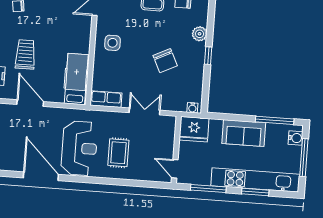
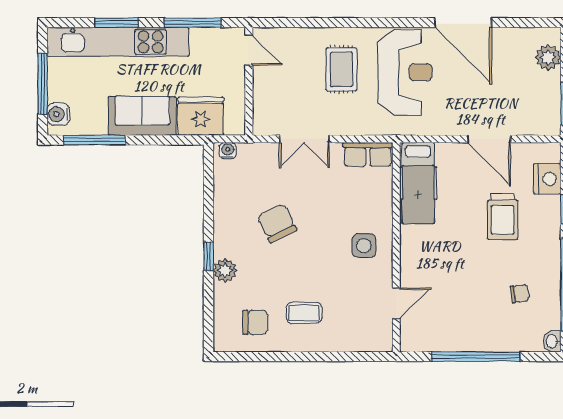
window: (208, 56) -> (208, 256), moved
fridge: (194, 129) -> (201, 116), moved
reception desk: (79, 148) -> (405, 72), turned 180

